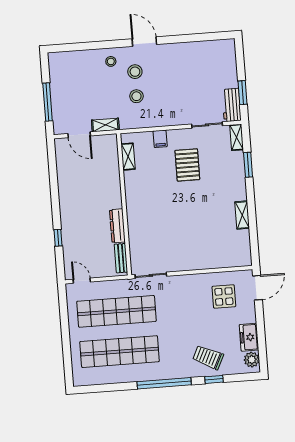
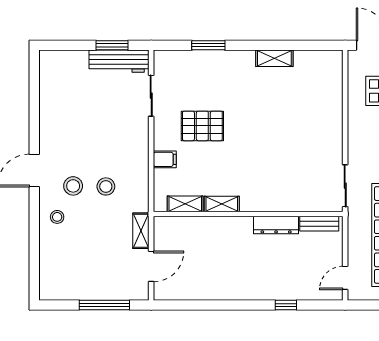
workbench: (231, 105) -> (119, 61), width x1.38
shelving: (237, 137) -> (222, 204), moved

